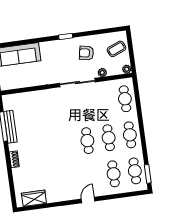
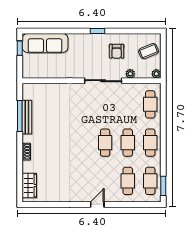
armchair: (86, 53) -> (117, 51), turned -101
wardrobe: (34, 198) -> (29, 185), moved, turned 90

